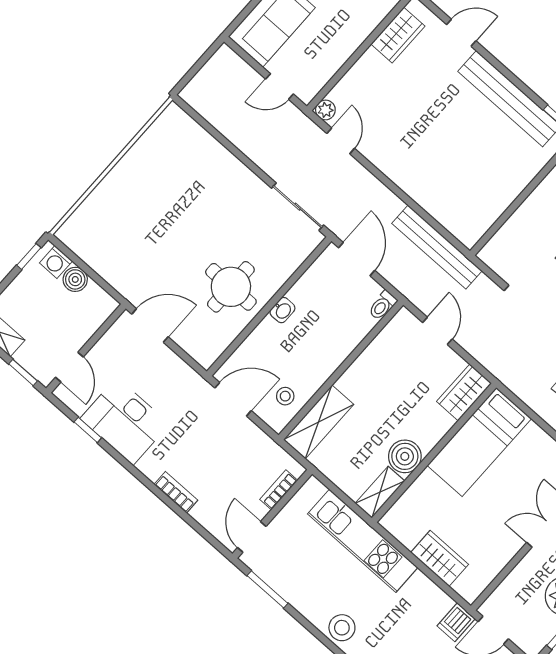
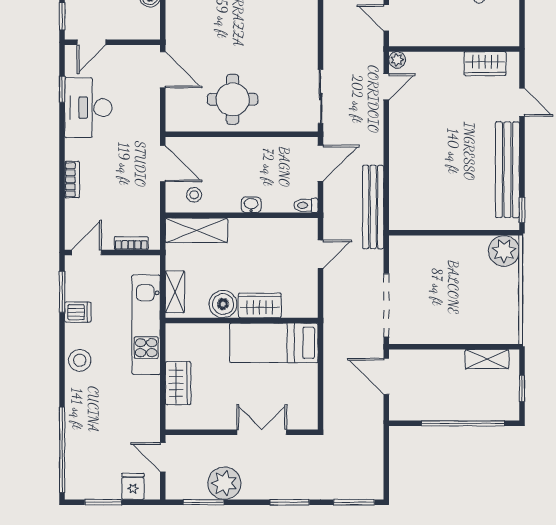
washbasin: (282, 310) -> (251, 205), moved, turned 180
wardrobe: (464, 392) -> (260, 305), moved
shelving: (380, 492) -> (175, 292), moved, turned 90
dishwasher: (456, 622) -> (78, 312), moved, turned 180

